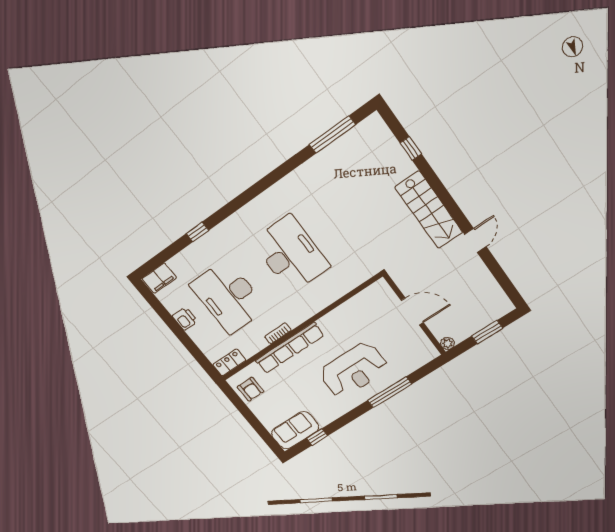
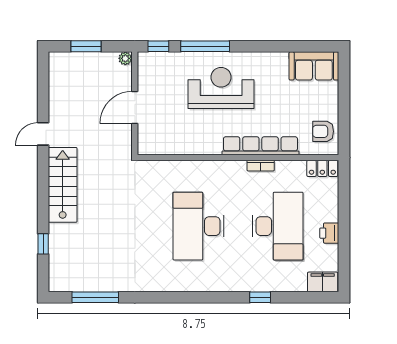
door: (412, 311) -> (135, 108), hinge flipped
armchair: (251, 389) -> (323, 131), turned -90
window: (317, 437) -> (158, 46), moved

